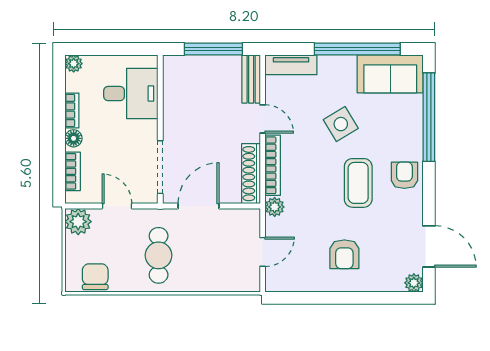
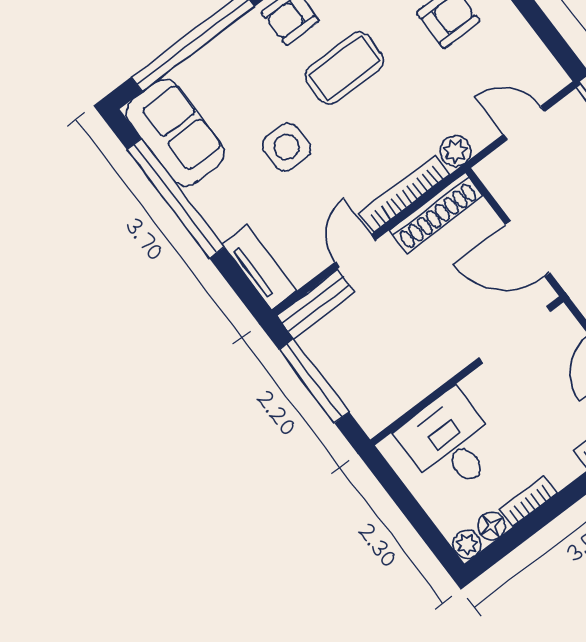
side table: (341, 124) -> (286, 147), turned 31
floor lamp: (74, 138) -> (491, 526), moved

